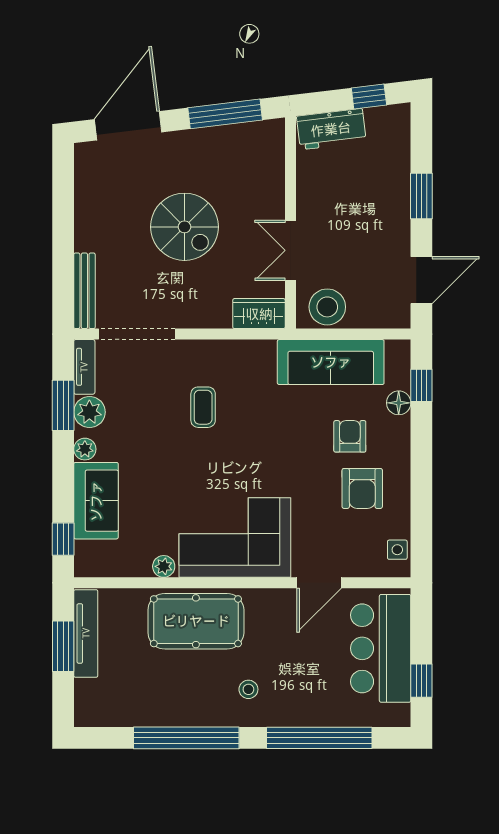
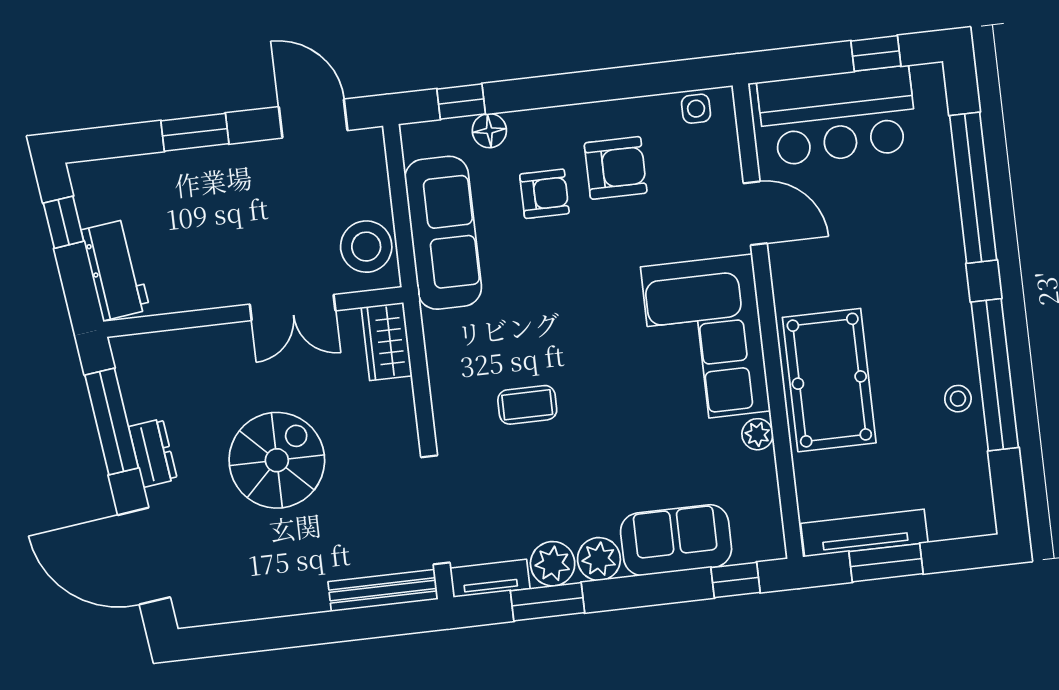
dresser: (200, 140) -> (153, 453), added
armchair: (350, 436) -> (544, 194), turned 180
plant: (85, 449) -> (599, 559), width x1.38, depth x1.38
stool: (248, 689) -> (958, 399), moved

